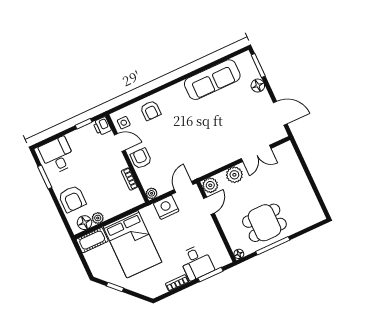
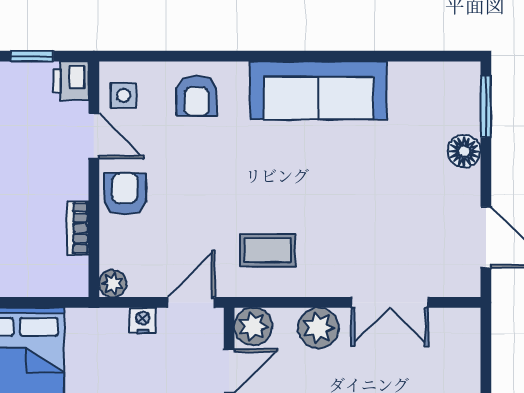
sofa: (212, 80) -> (318, 90), moved
coffee table: (203, 155) -> (267, 250), added
nightstand: (166, 207) -> (143, 320), width x0.53, depth x0.56

